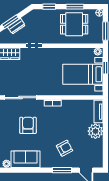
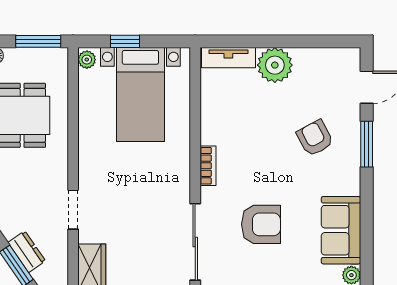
armchair: (28, 125) -> (261, 224), turned 180

